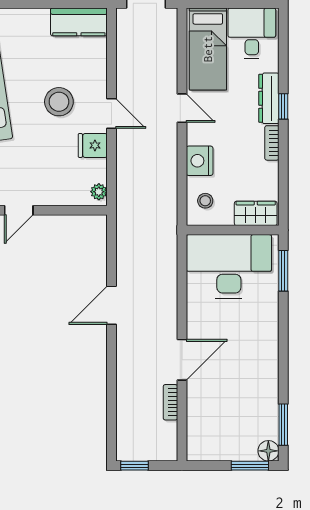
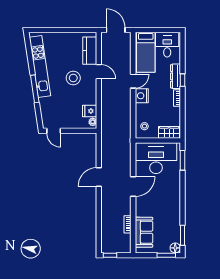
kitchen counter: (79, 22) -> (90, 51), moved, turned 90
door: (182, 108) -> (133, 81), hinge flipped
door: (111, 113) -> (99, 72), moved
fridge: (93, 145) -> (90, 111), moved
nightstand: (200, 161) -> (142, 96), moved
door: (19, 210) -> (54, 131), hinge flipped
door: (182, 360) -> (133, 186), moved
sofa: (204, 418) -> (144, 232), added

